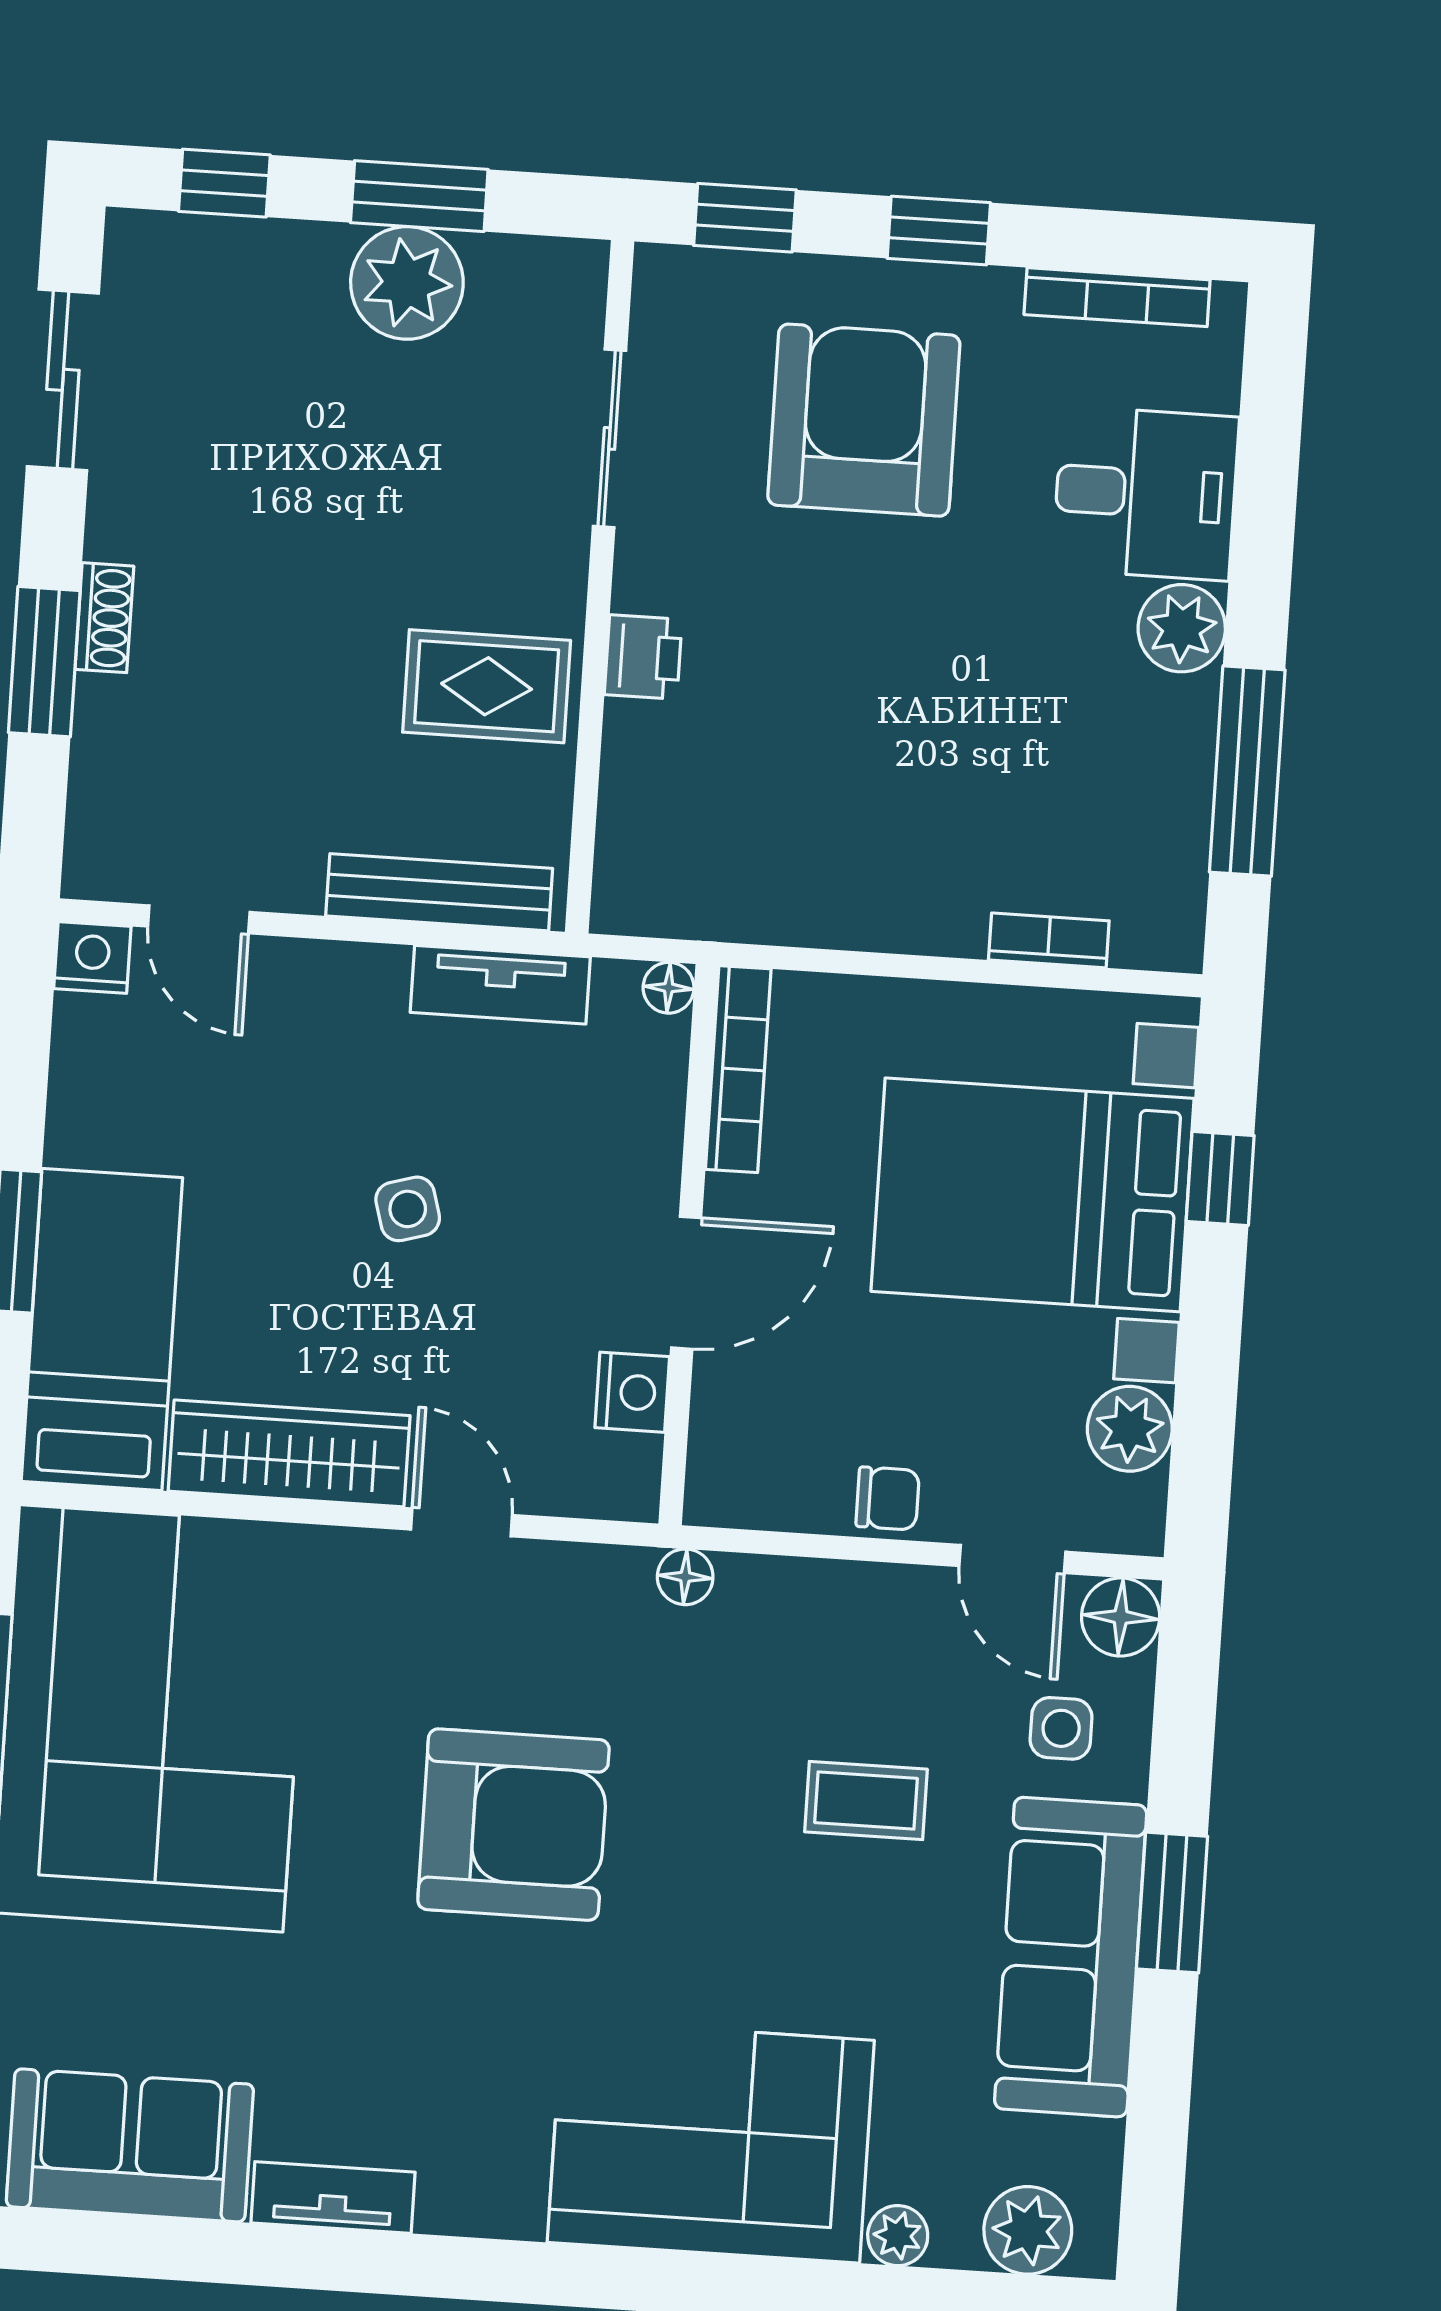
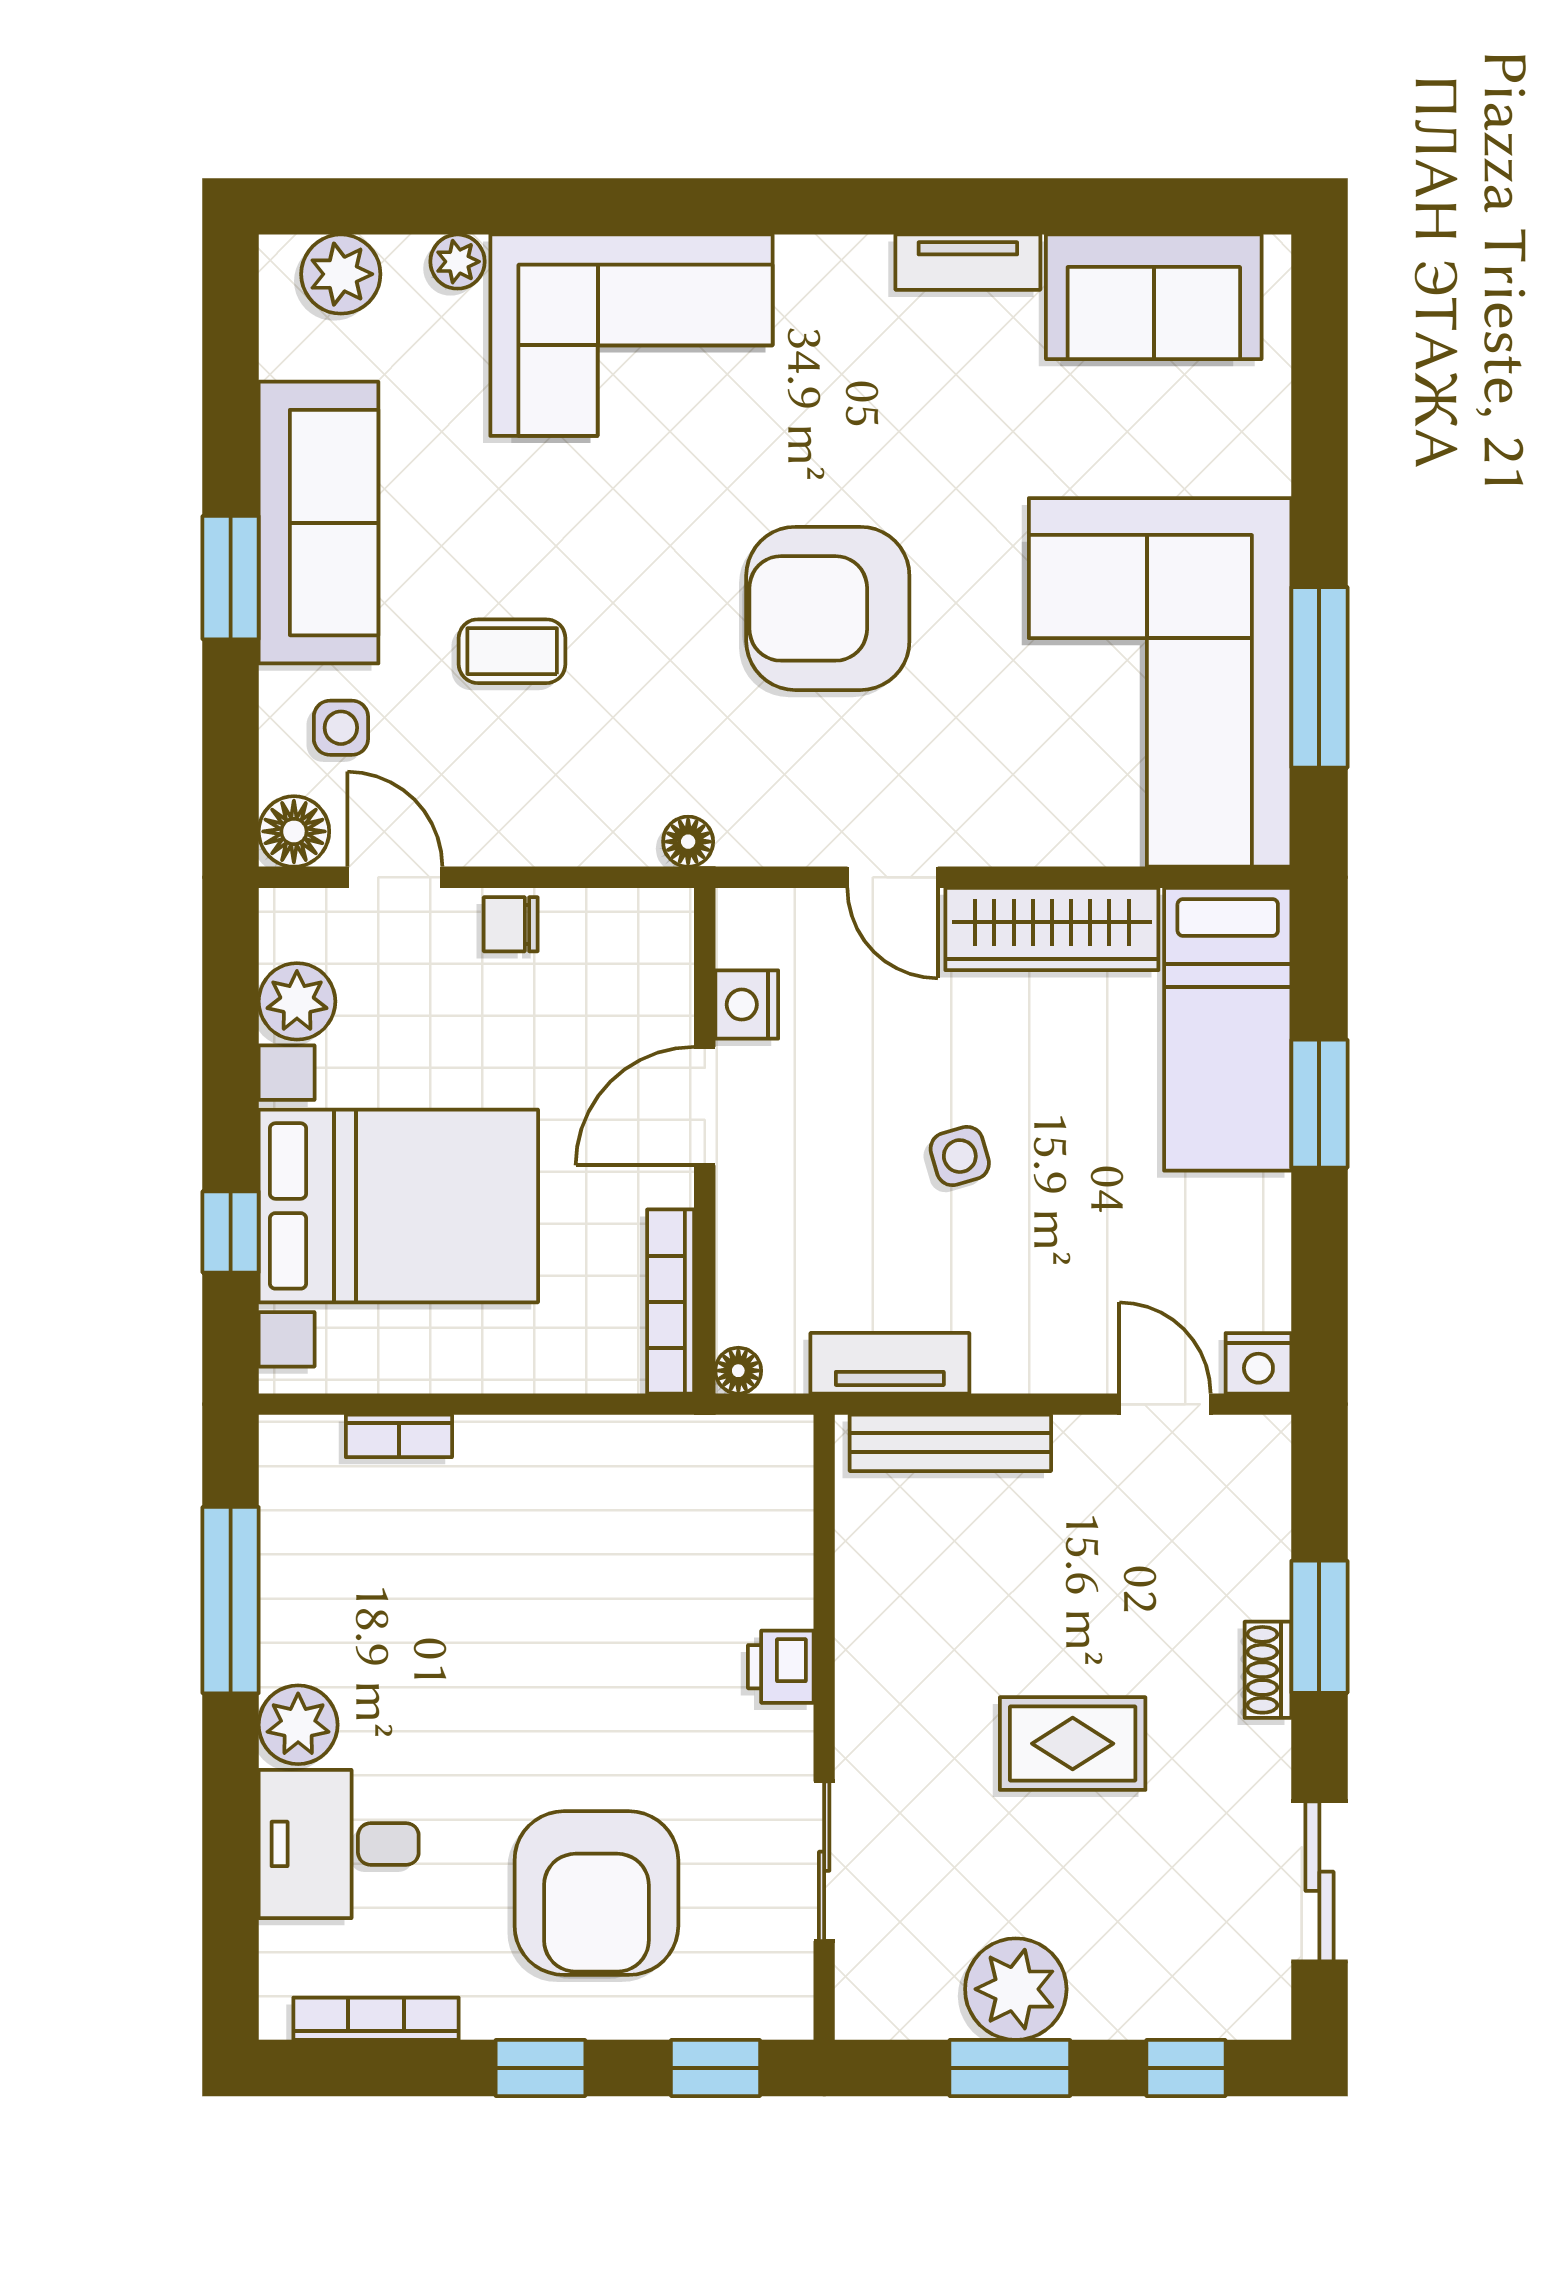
rug: (487, 686) -> (1073, 1744), moved

